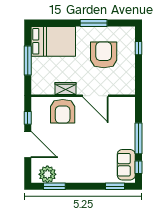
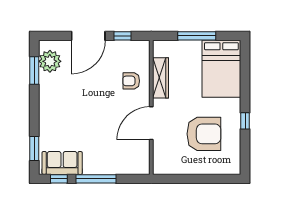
window: (94, 23) -> (245, 121), width x0.46
window: (138, 48) -> (213, 179), removed
wardrobe: (66, 89) -> (160, 78), width x1.50
armchair: (63, 111) -> (131, 81), width x0.53, depth x0.53

